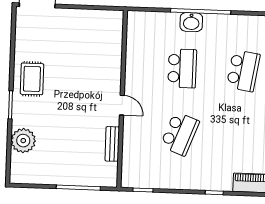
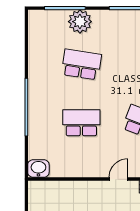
washbasin: (191, 22) -> (38, 169), moved, turned -90

